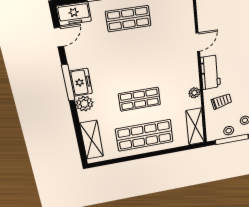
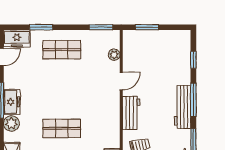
plant: (194, 93) -> (114, 55), moved

